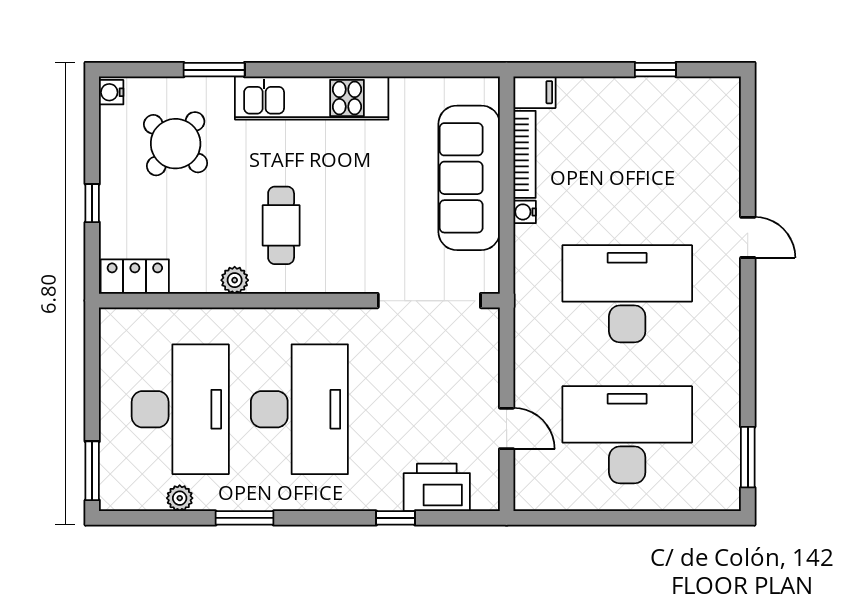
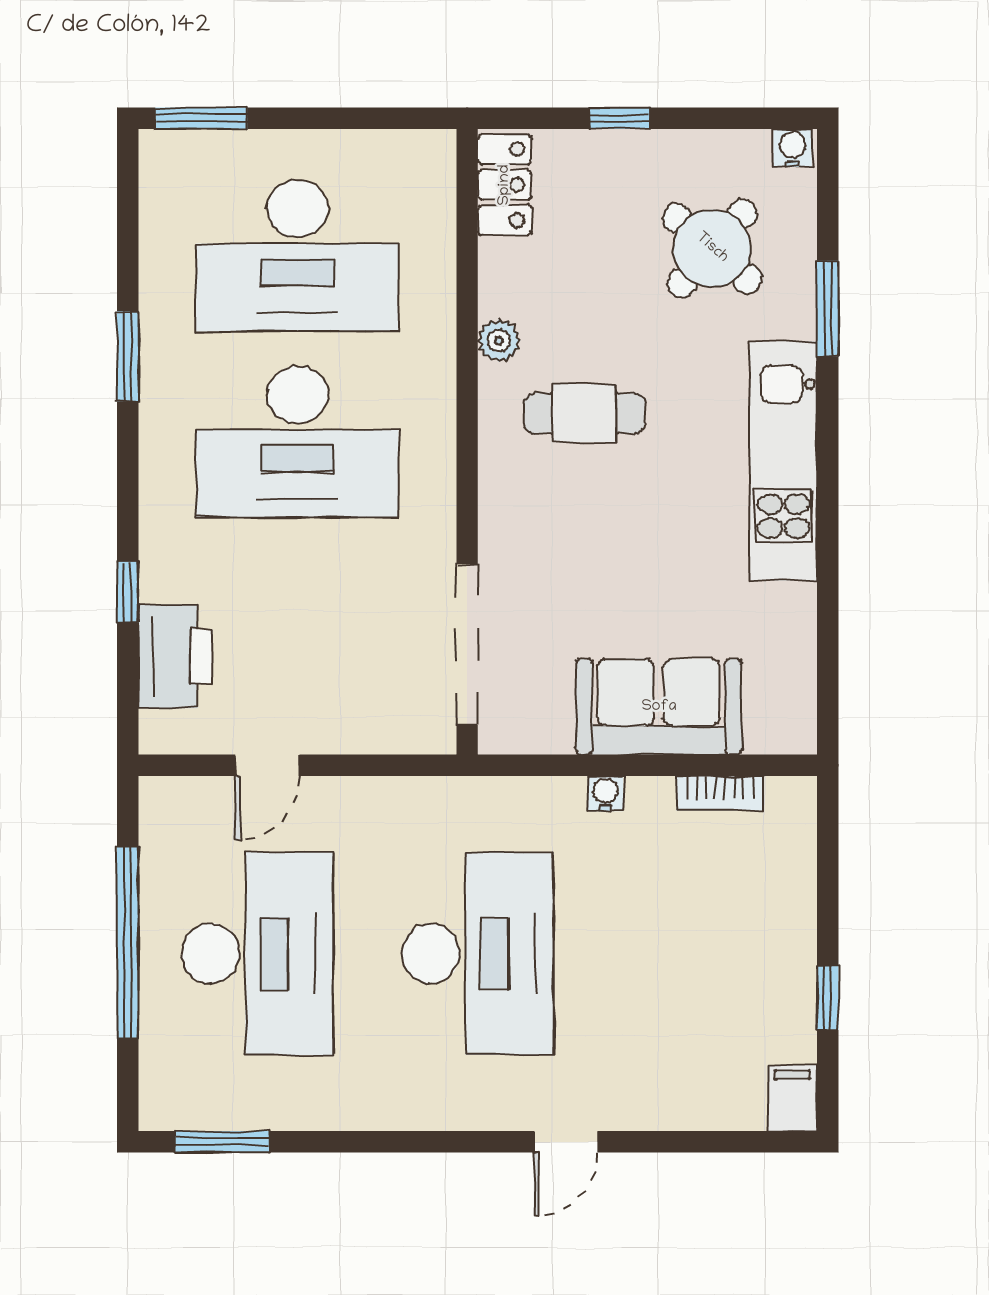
filing cabinet: (534, 92) -> (792, 1098), moved, turned 180
bookcase: (525, 154) -> (720, 793), width x0.64
sofa: (469, 178) -> (659, 707), width x0.73
plant: (180, 498) -> (159, 255), removed
window: (620, 518) -> (128, 943), added

